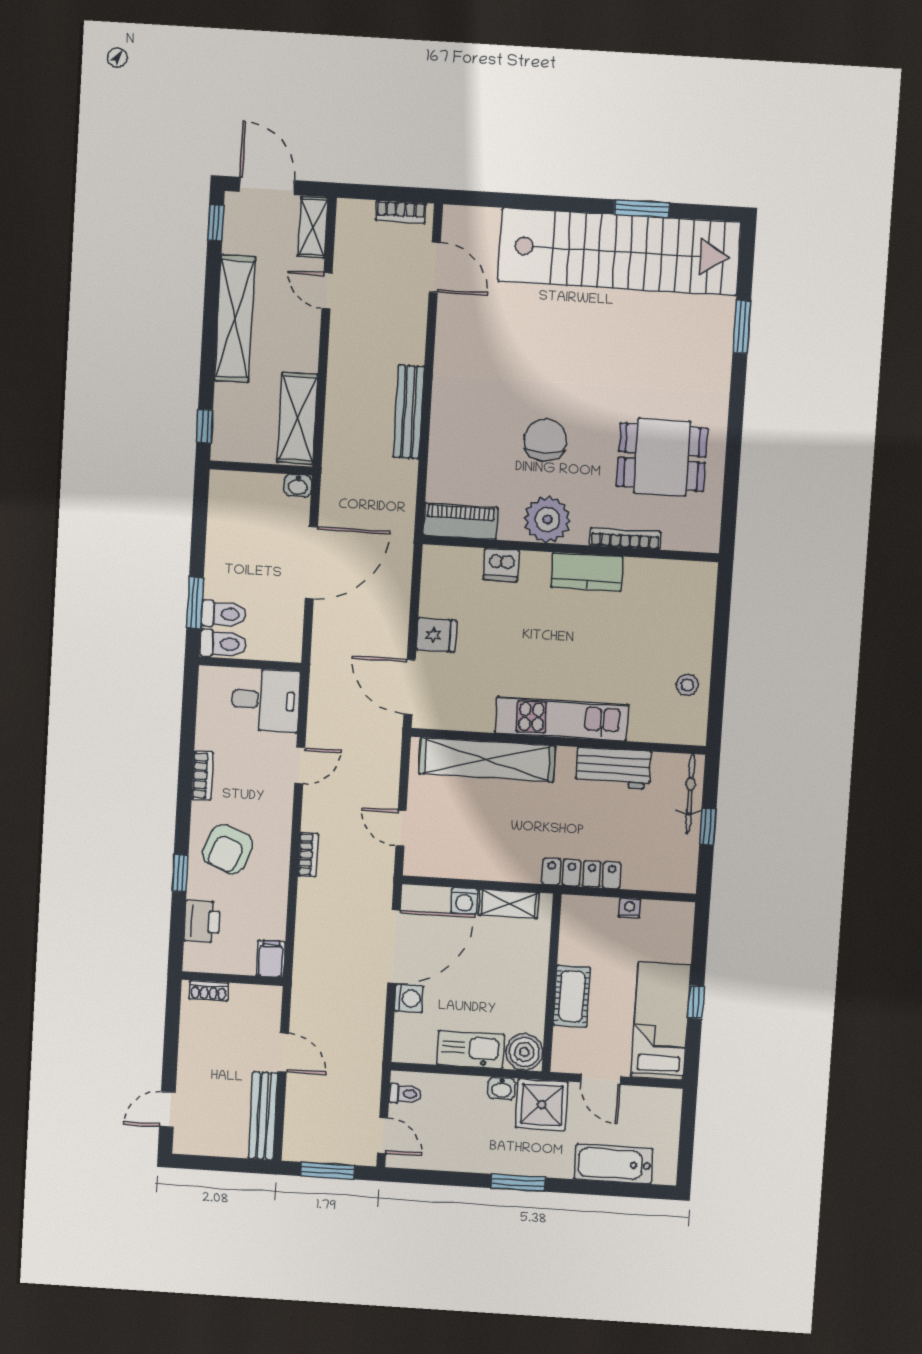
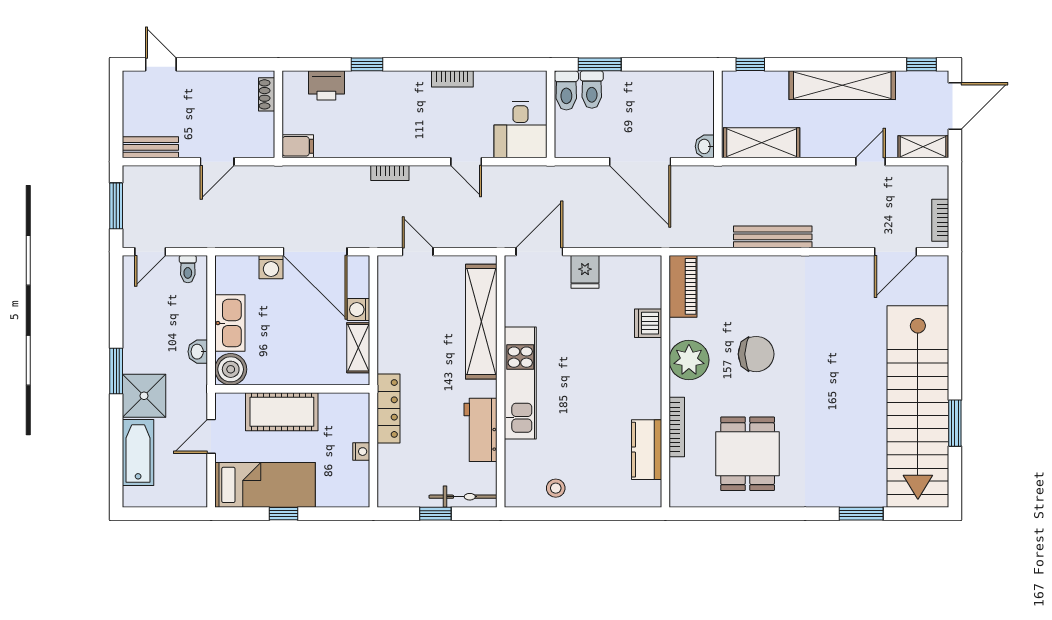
kitchen counter: (587, 572) -> (647, 450), moved
door: (401, 828) -> (418, 252), hinge flipped
armchair: (228, 849) -> (390, 104), removed
cot: (572, 996) -> (282, 412), width x1.37, depth x1.34
shower: (542, 1105) -> (144, 396), moved
bench: (263, 1116) -> (150, 147), width x0.73

